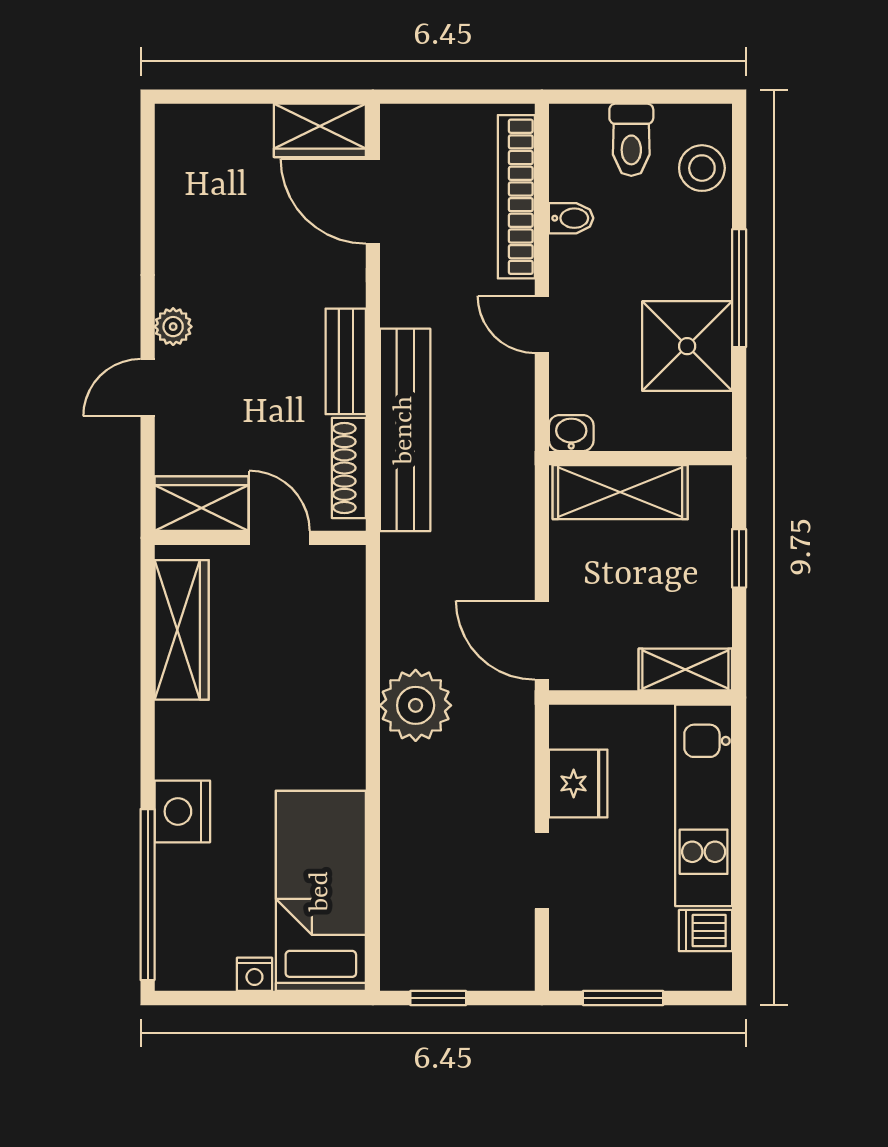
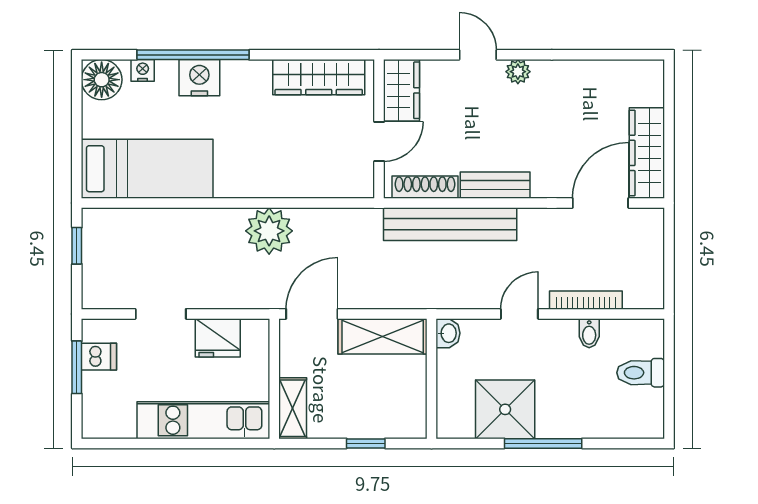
wardrobe: (320, 130) -> (647, 153), width x1.50
stool: (702, 168) -> (622, 419), removed
bookcase: (516, 197) -> (586, 300), width x0.68, depth x0.76
shelving: (620, 492) -> (383, 336), moved, turned 90
window: (148, 895) -> (193, 55), moved
dishwasher: (705, 931) -> (99, 357), moved, turned 90
floor lamp: (185, 960) -> (102, 80), added
nightstand: (254, 974) -> (143, 70), moved, turned 90

